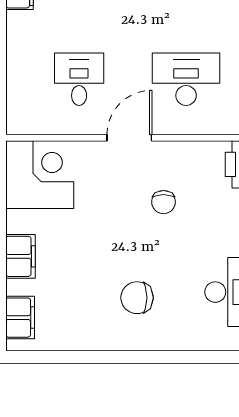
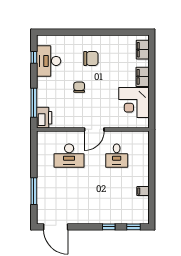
corner desk: (40, 175) -> (134, 103), moved
chair: (164, 202) -> (79, 87), moved

